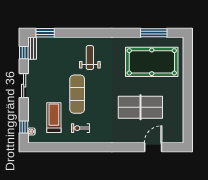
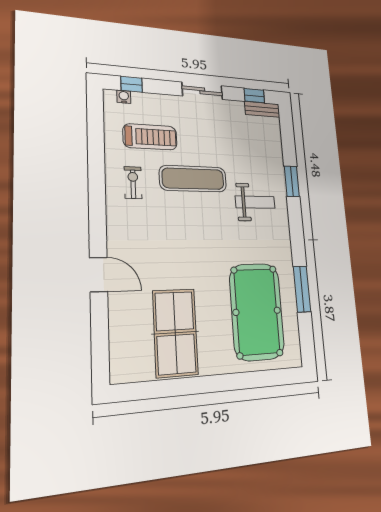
window: (45, 33) -> (292, 181), moved
window: (154, 33) -> (302, 289), moved
table tennis table: (140, 107) -> (175, 333), moved
door: (153, 147) -> (99, 275), moved

